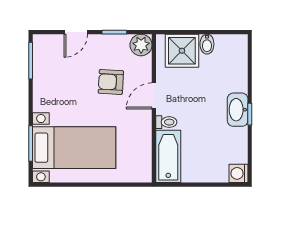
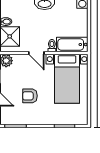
armchair: (111, 82) -> (30, 96), moved, turned 87
bed with nightstands: (74, 148) -> (67, 79), moved, turned 180

